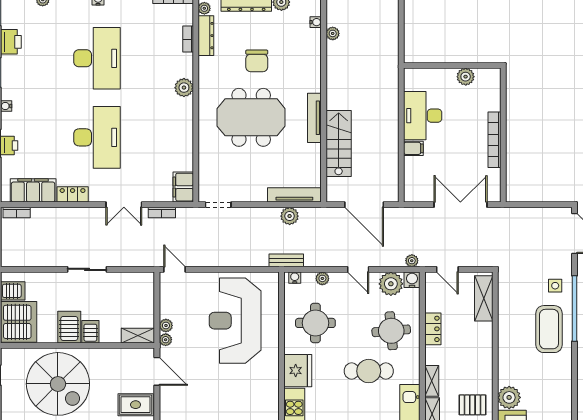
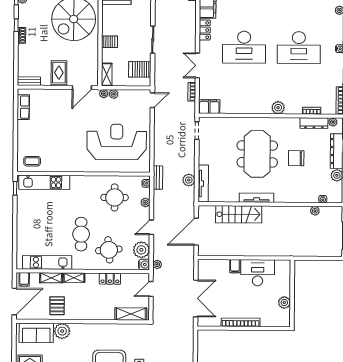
server rack: (69, 327) -> (140, 69), moved, turned 180
fridge: (298, 371) -> (82, 185), removed

